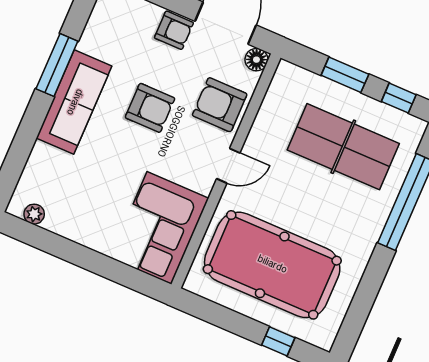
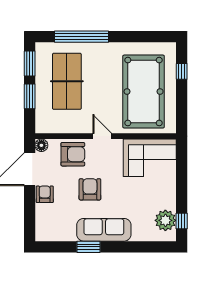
window: (57, 65) -> (89, 247), width x0.69
window: (399, 98) -> (30, 64), width x1.50
armchair: (220, 105) -> (73, 154), turned -90
plant: (34, 214) -> (165, 220), width x1.87, depth x1.87
window: (33, 235) -> (182, 221), added

